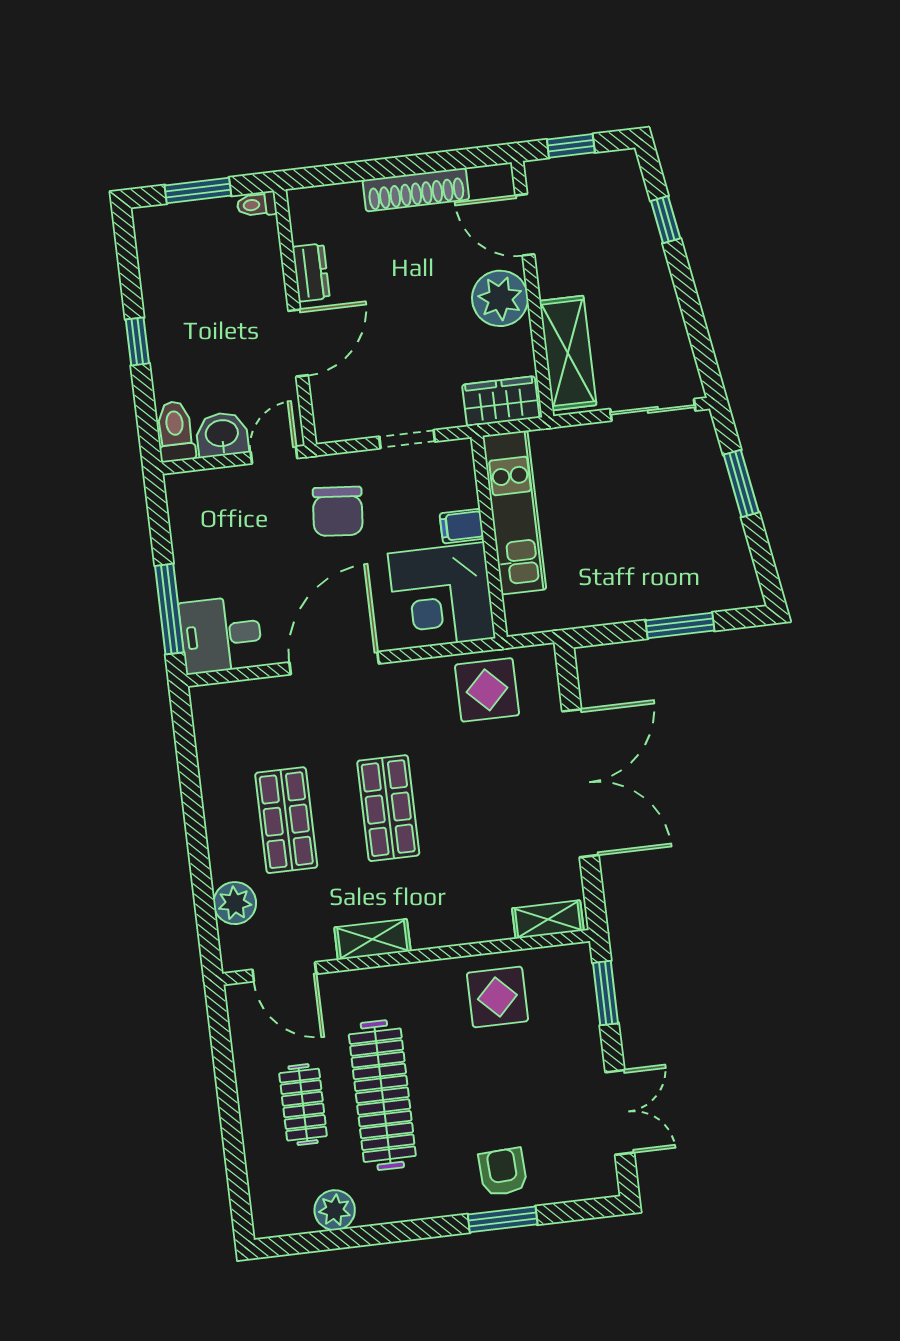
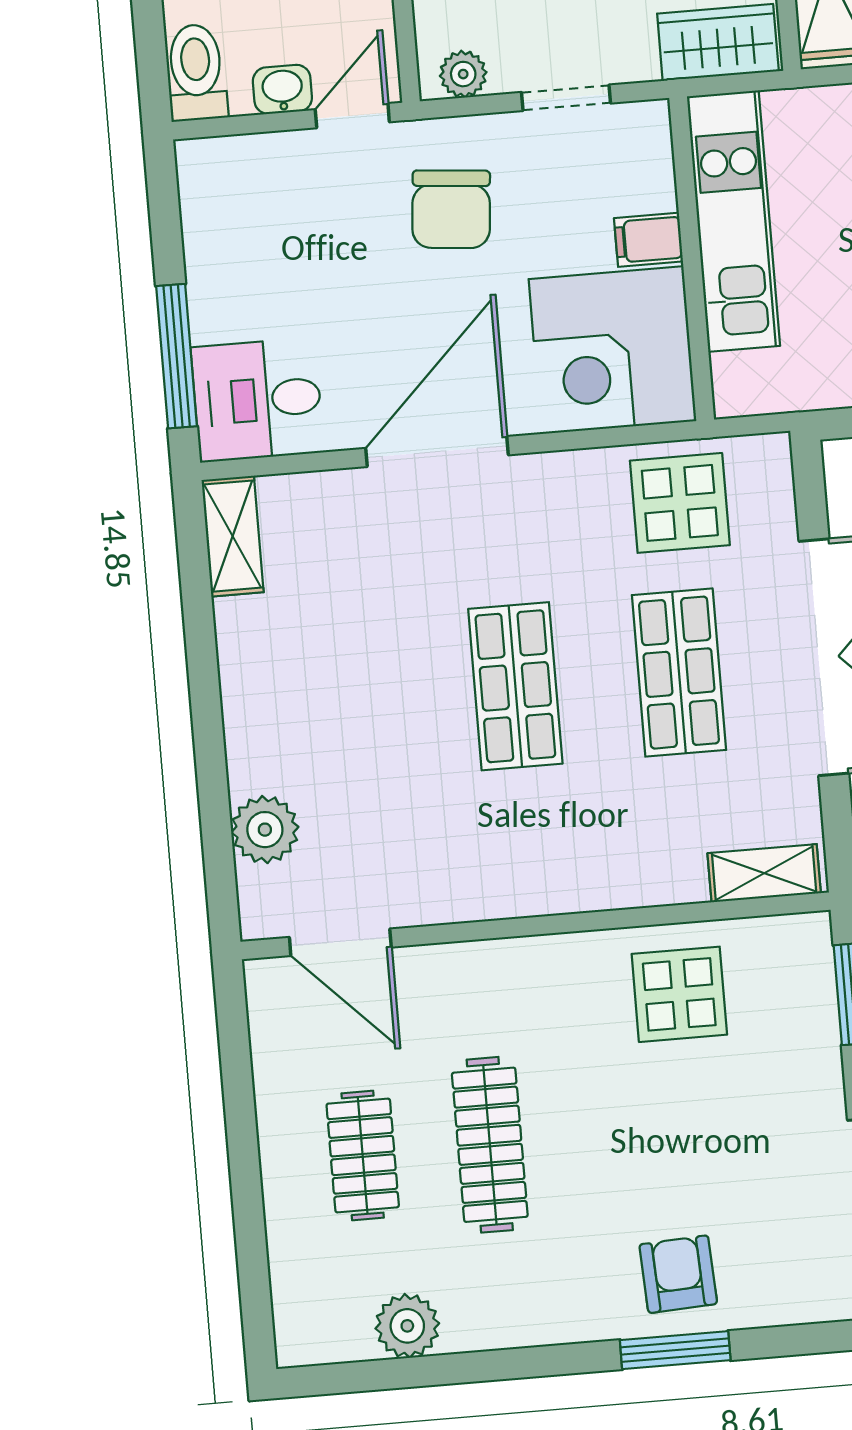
plant: (342, 427) -> (463, 74), added
washbasin: (222, 434) -> (282, 89), width x0.72, depth x0.69
shop shelf: (286, 820) -> (679, 673), moved
shelving: (372, 939) -> (233, 536), moved, turned 90
clothes rail: (382, 1095) -> (490, 1145), width x0.73, depth x0.76

